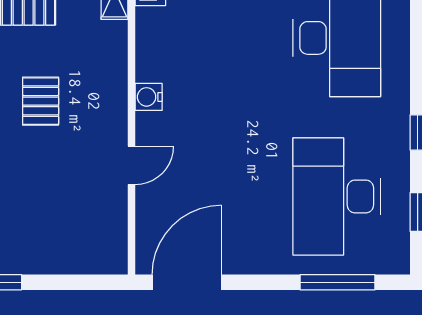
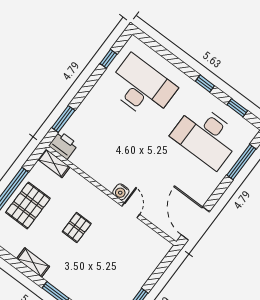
water cooler: (149, 97) -> (121, 192), moved
pallet: (41, 101) -> (77, 228), turned 90

